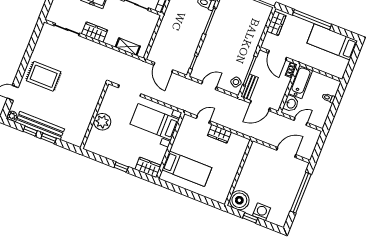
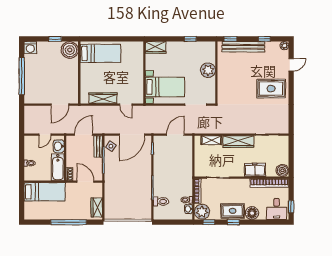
wardrobe: (95, 32) -> (238, 141), width x1.50
bed: (332, 42) -> (45, 192), moved
door: (163, 67) -> (175, 135), hinge flipped
door: (209, 85) -> (132, 135), width x1.87
door: (203, 120) -> (126, 105), hinge flipped
bench: (40, 126) -> (243, 47), moved
wardrobe: (219, 134) -> (103, 98), width x1.50
window: (49, 138) -> (230, 39), moved
door: (286, 152) -> (60, 105), moved
window: (121, 167) -> (190, 39), moved
bed: (187, 169) -> (100, 53), moved, turned 180
washing machine: (261, 212) -> (30, 48), moved

